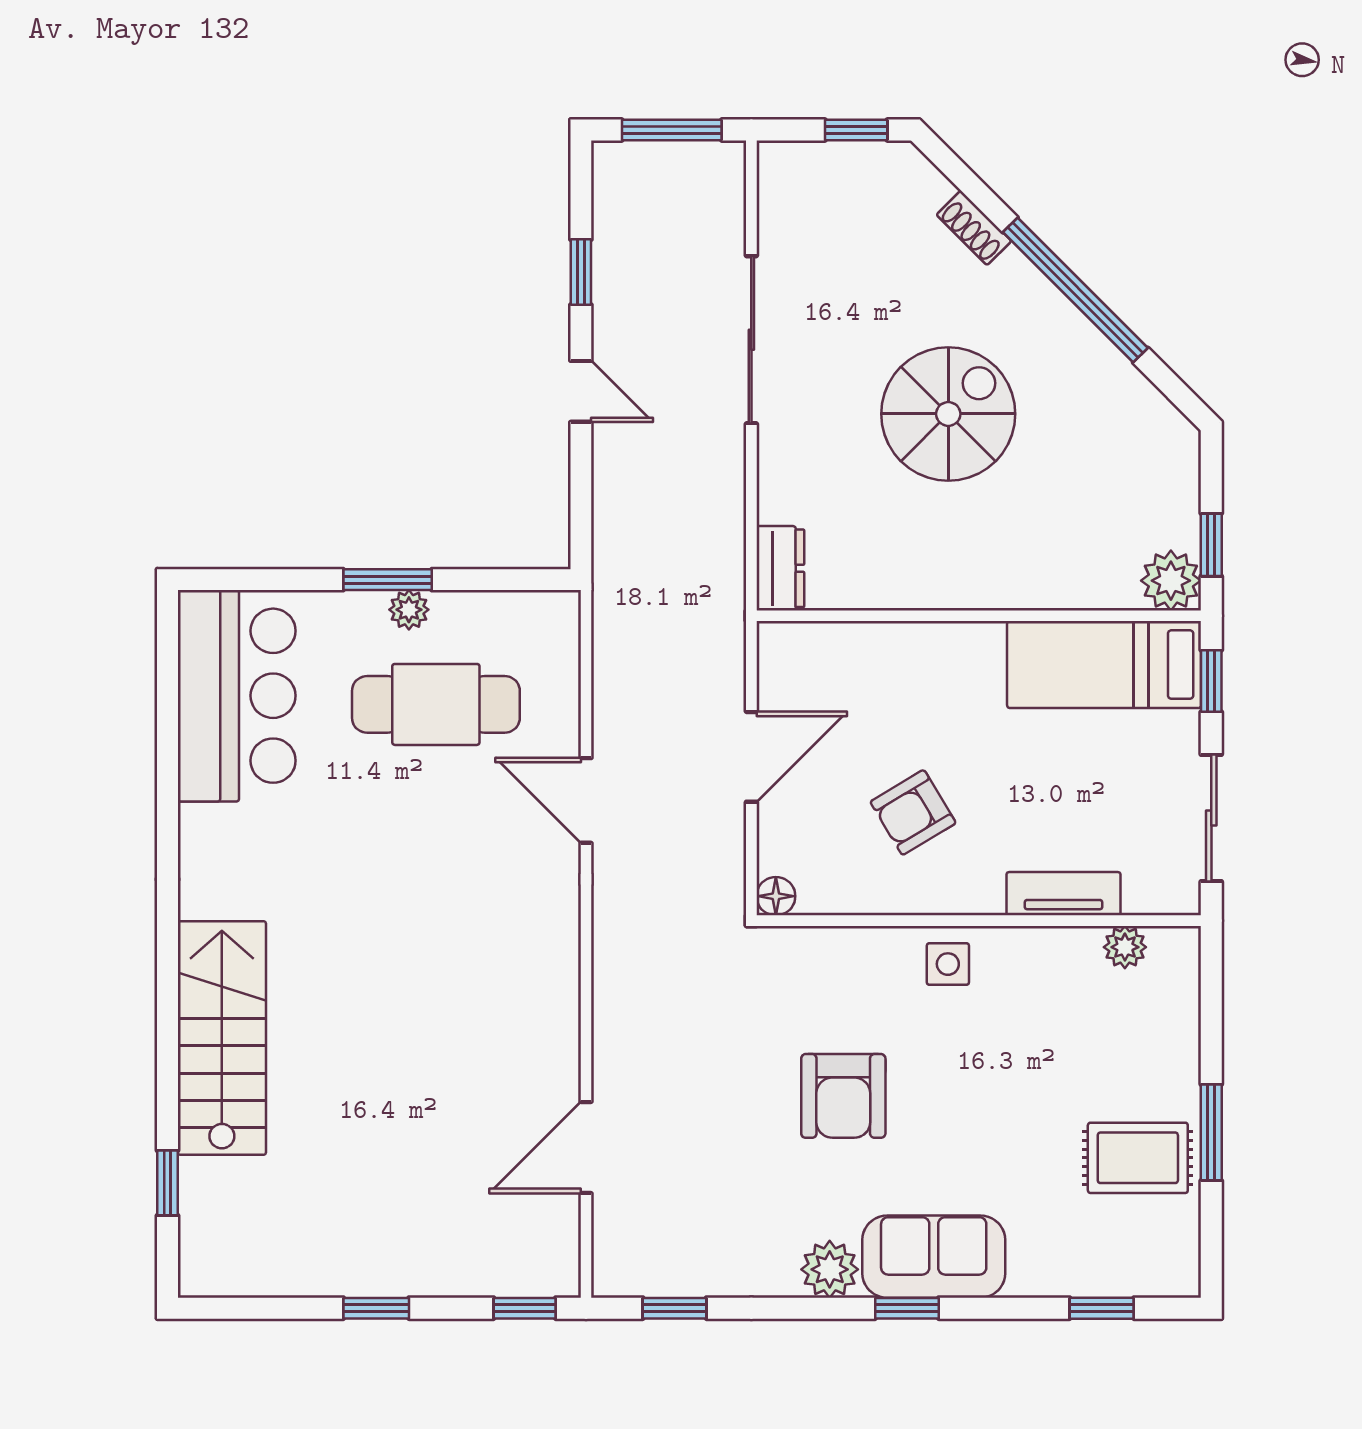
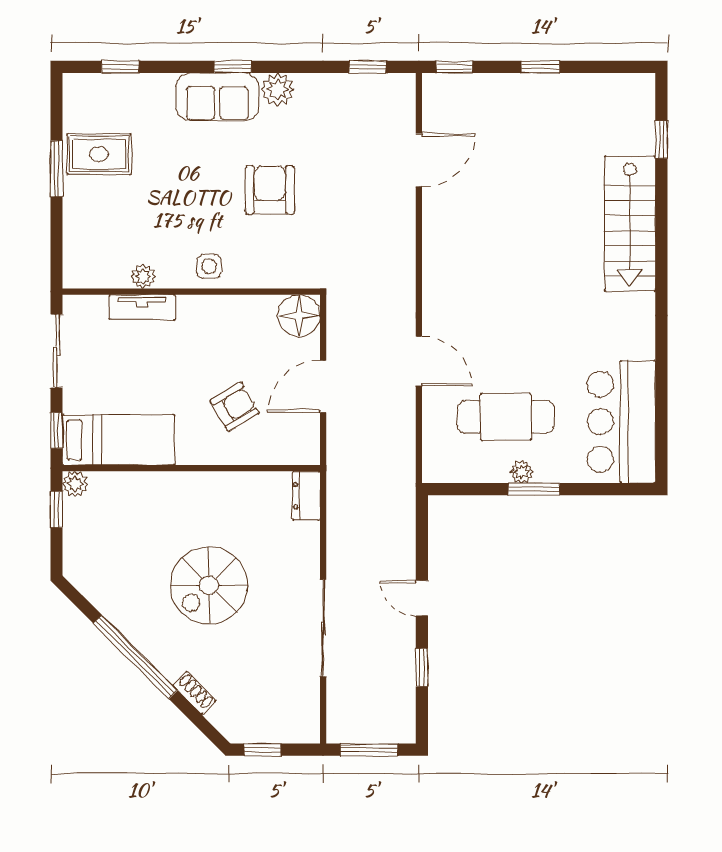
plant: (1171, 581) -> (75, 484), width x0.73, depth x0.73
armchair: (913, 812) -> (235, 407), moved
floor lamp: (776, 896) -> (299, 316), width x1.89, depth x1.89
plant: (1125, 947) -> (143, 276), moved

